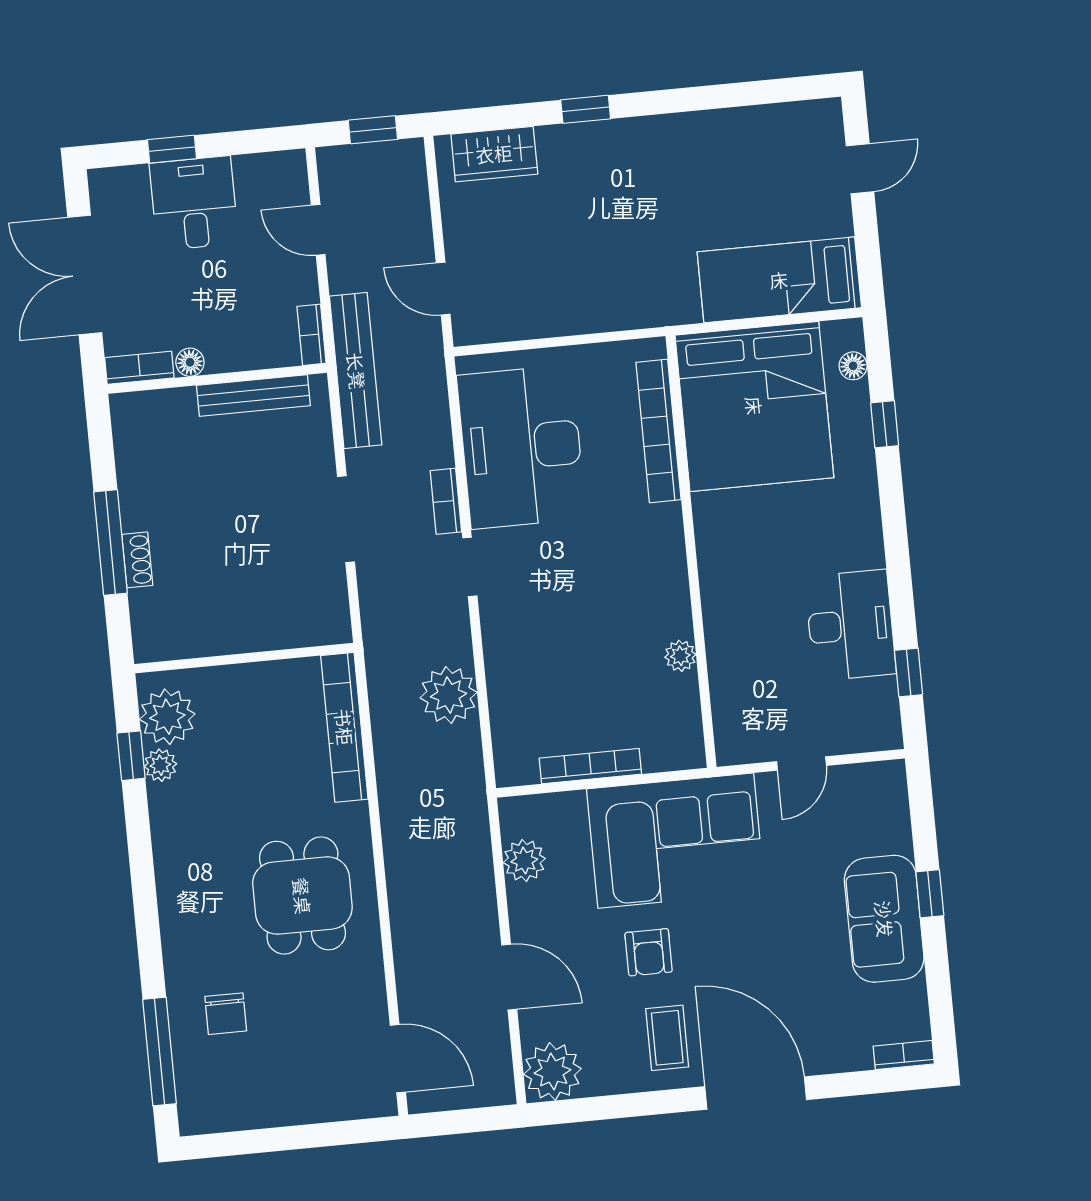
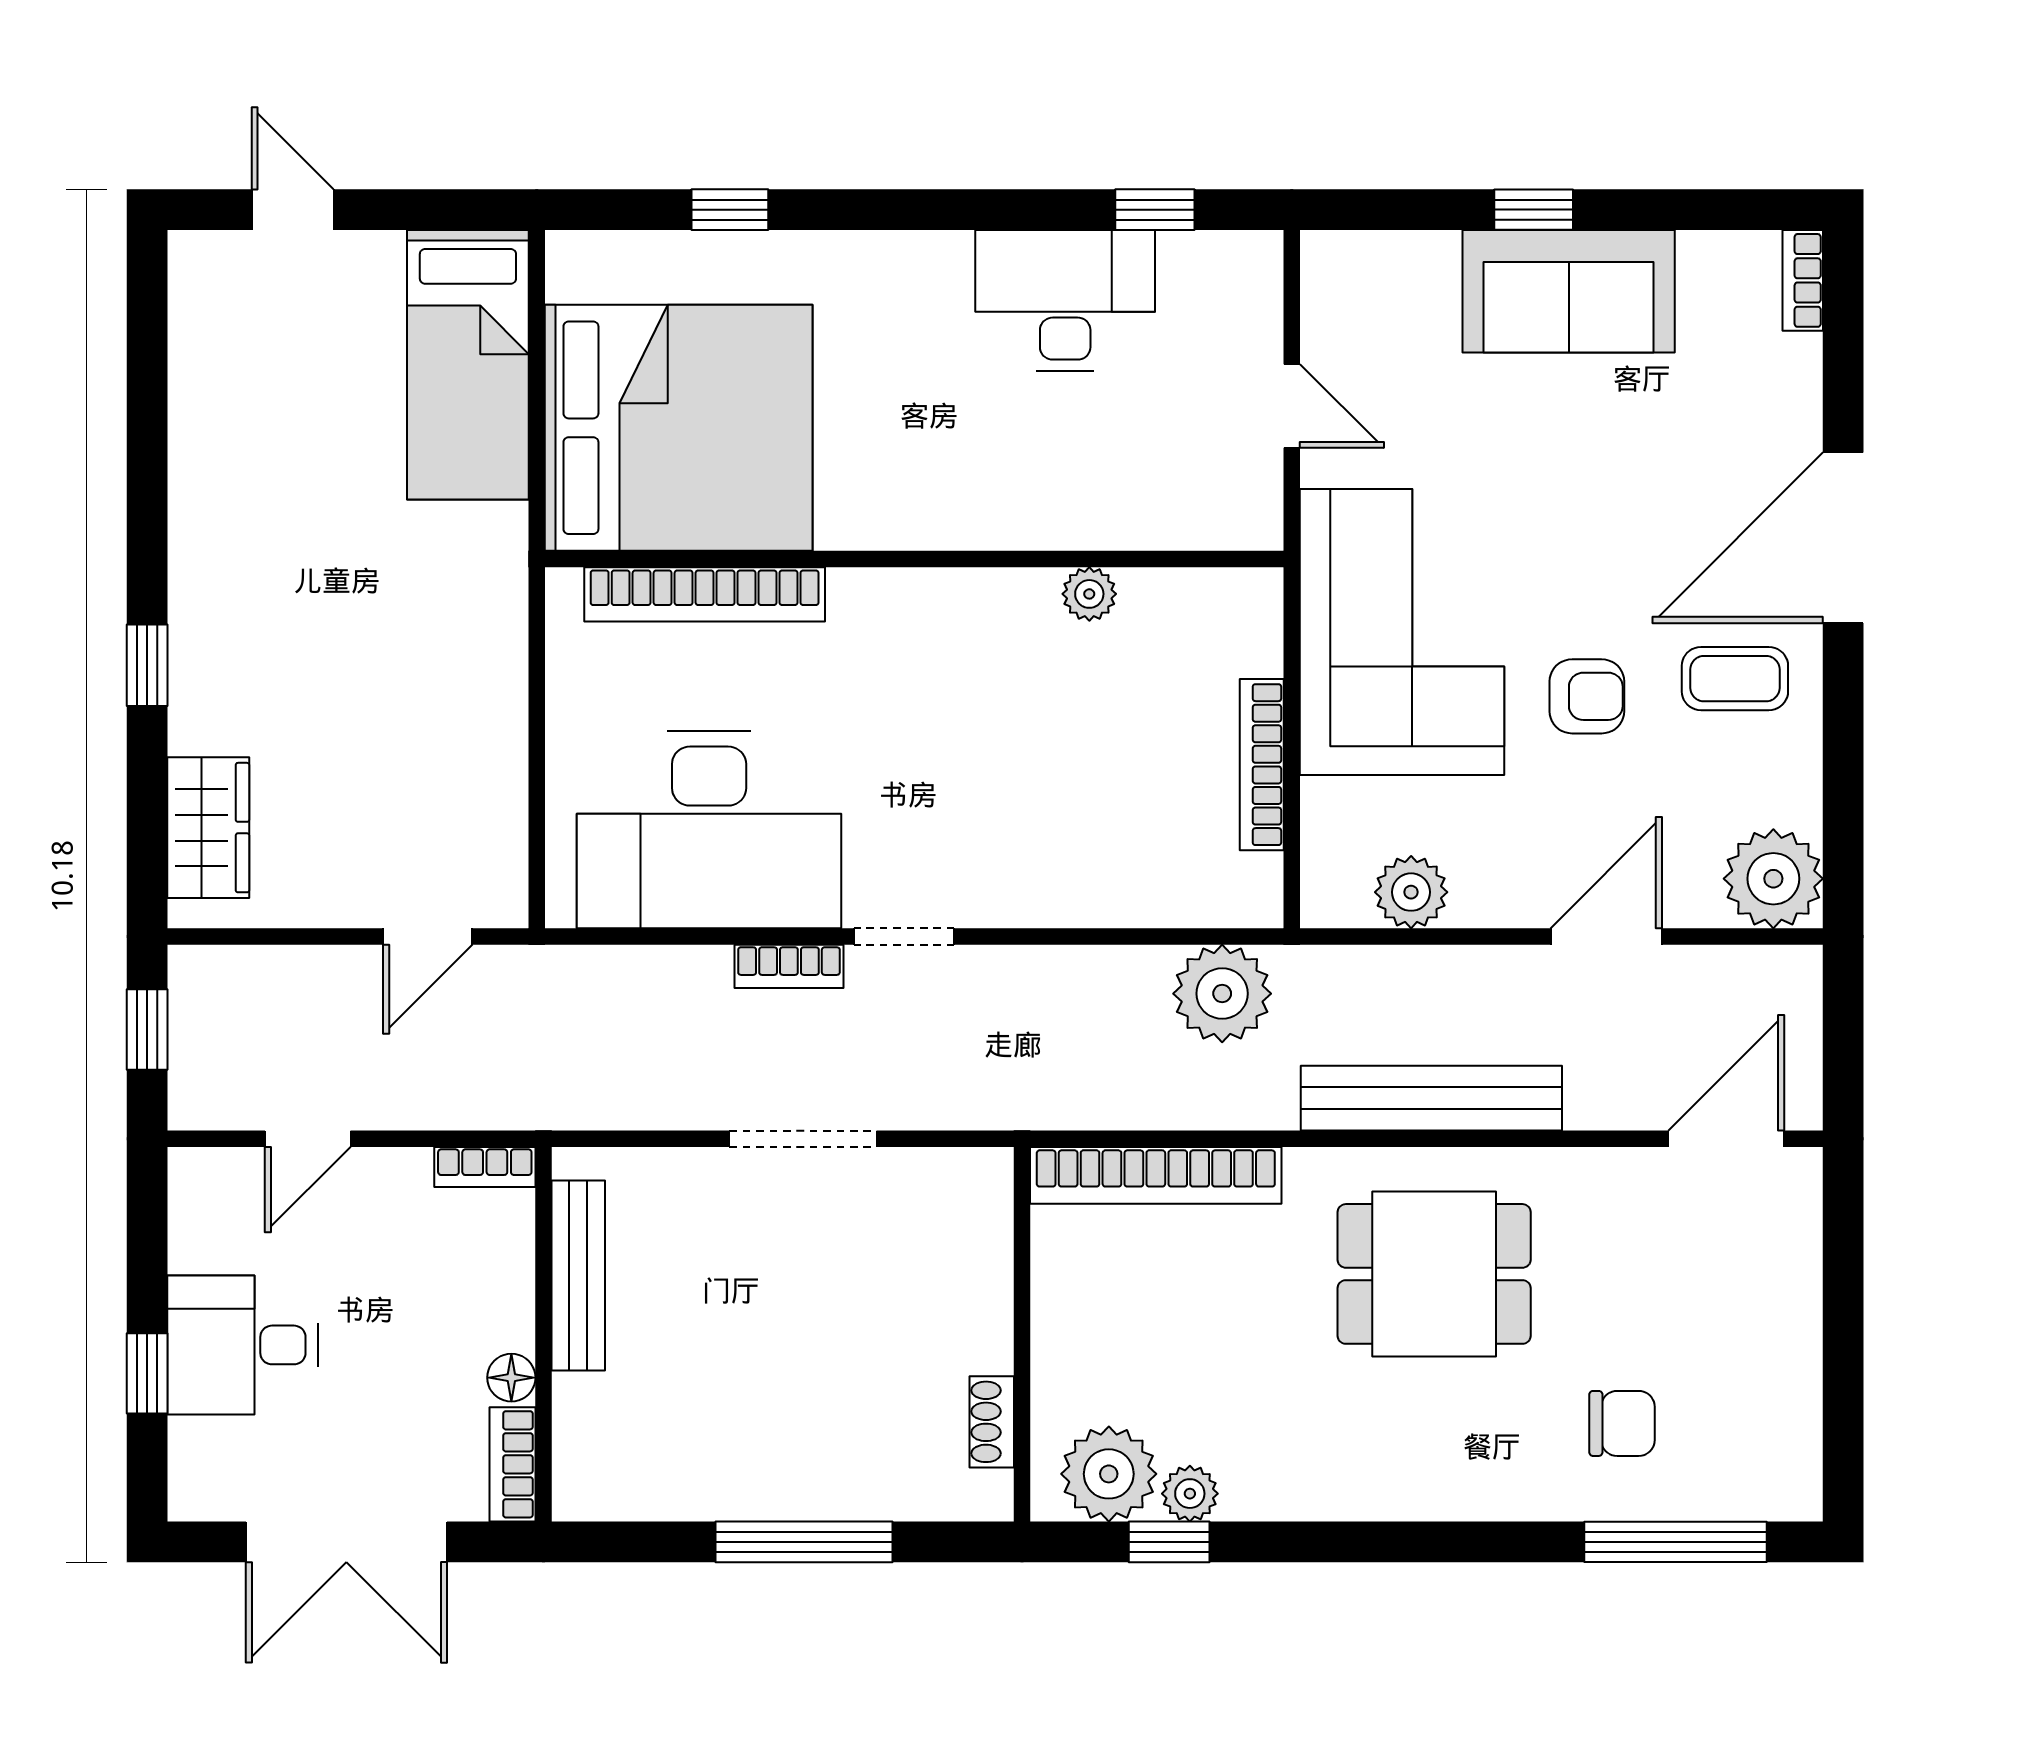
floor lamp: (853, 366) -> (626, 254), removed
bench: (356, 371) -> (1431, 1098), moved
shoe rack: (137, 560) -> (992, 1422), moved, turned -90
plant: (449, 695) -> (1222, 994), moved

